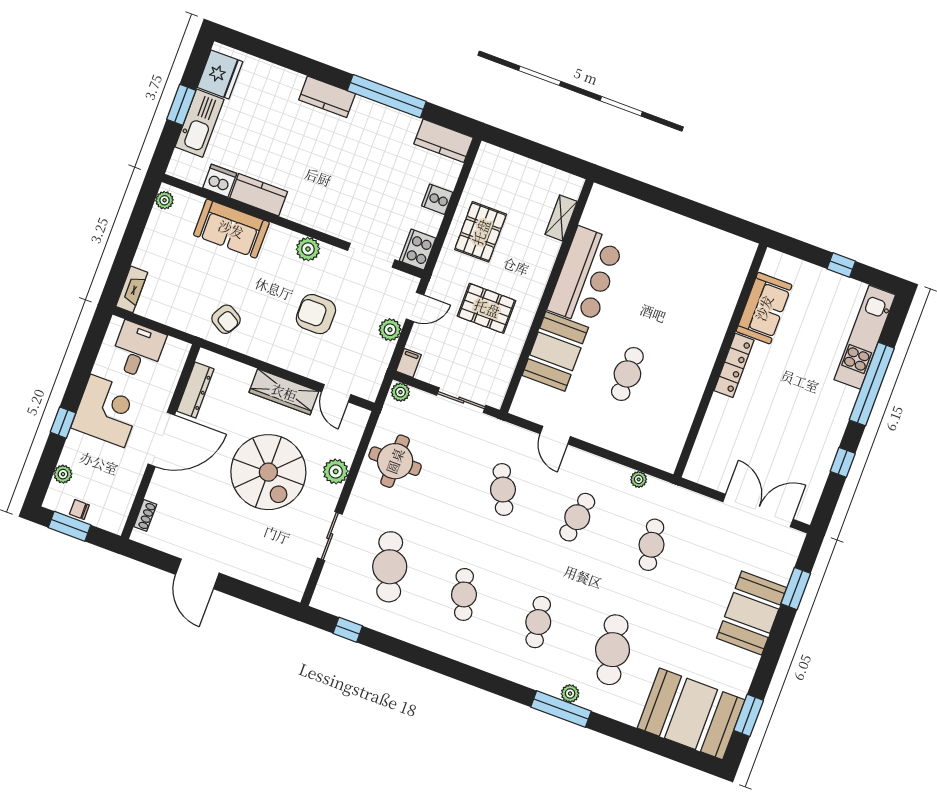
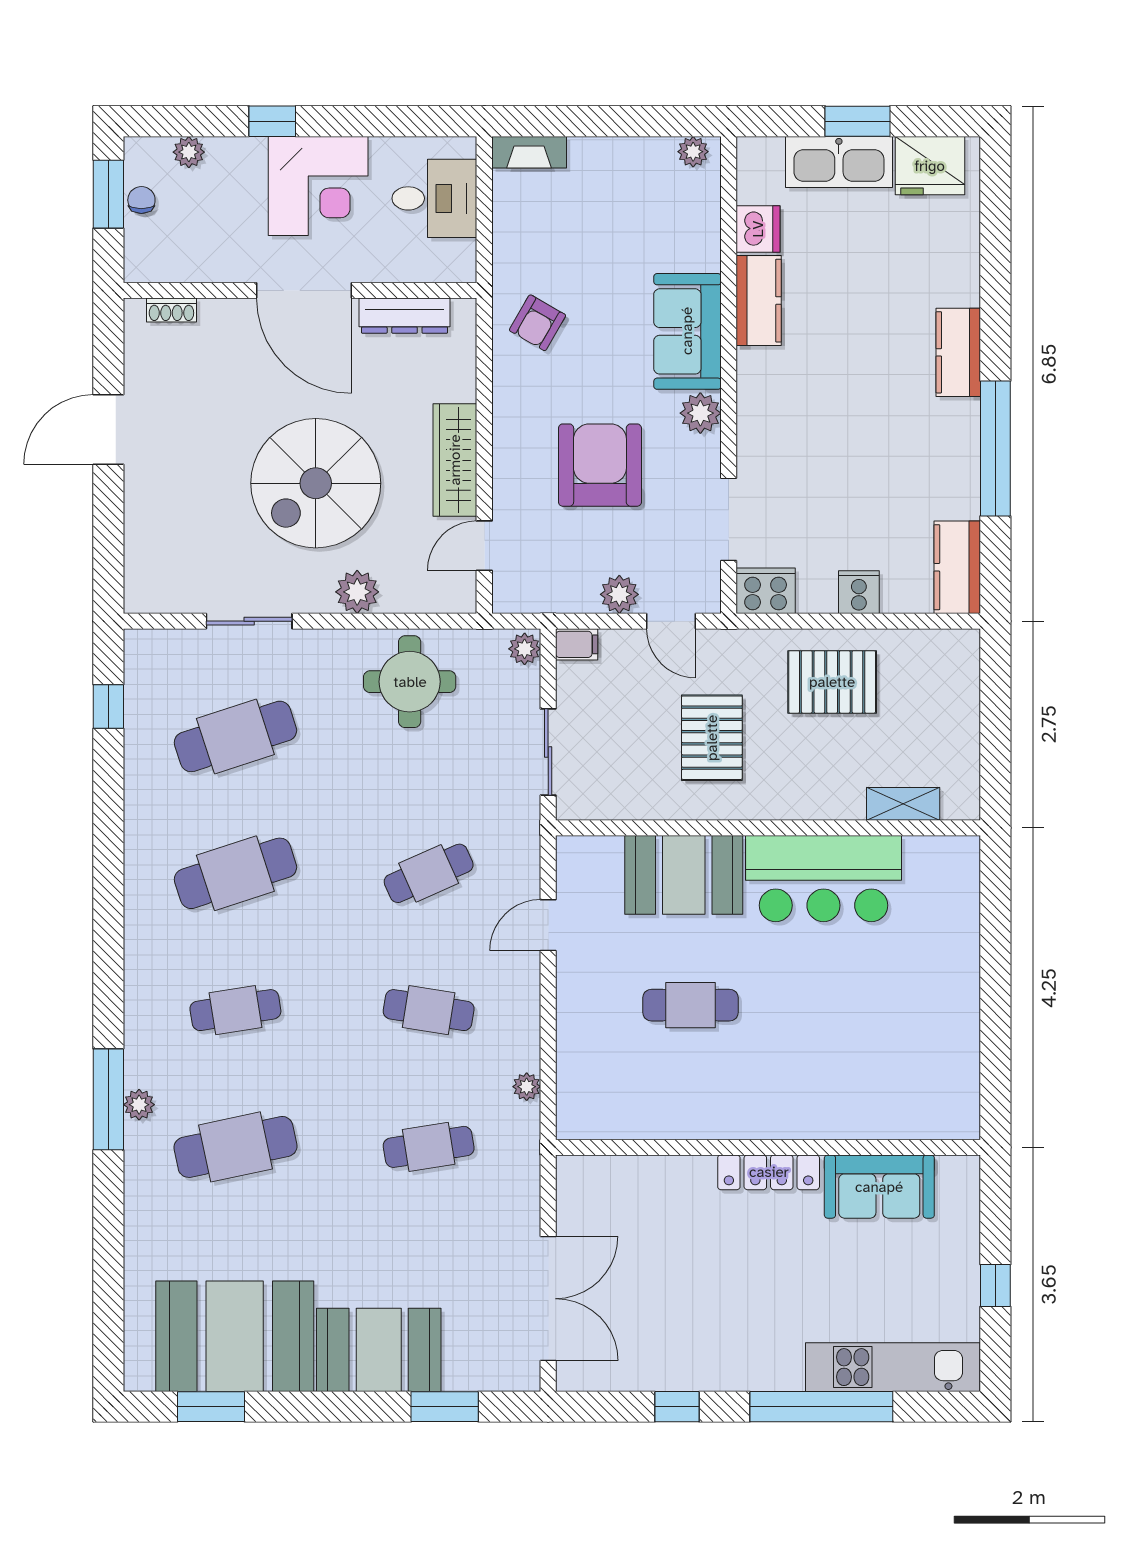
sofa: (231, 229) -> (687, 331), moved
armchair: (316, 314) -> (600, 465), width x1.36, depth x1.36
cafe table: (464, 594) -> (235, 873), width x1.37, depth x1.35
booth: (691, 714) -> (235, 1336), moved, turned 90

